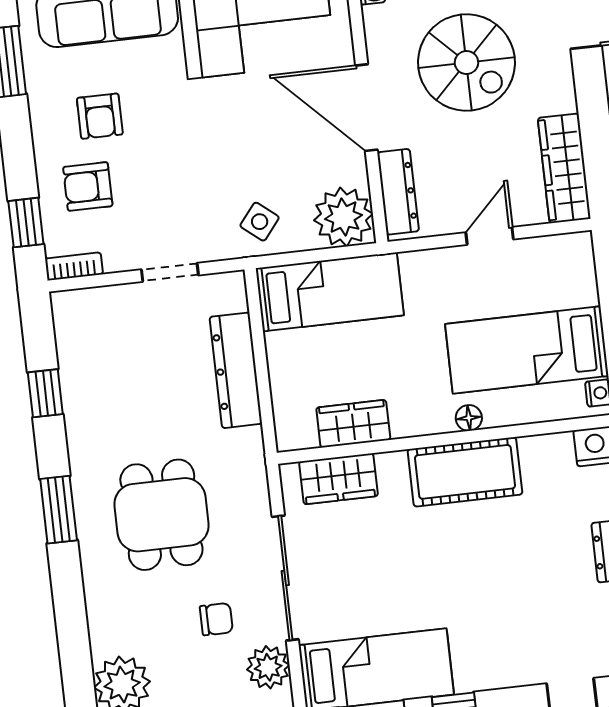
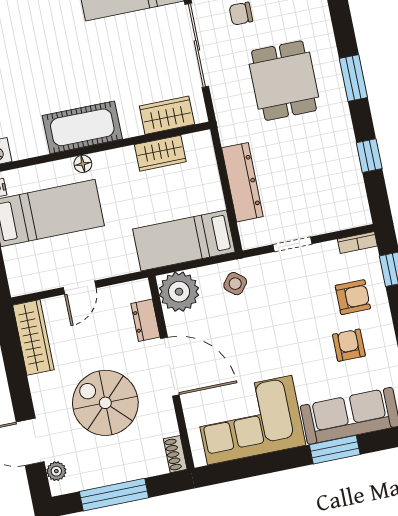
dresser: (398, 192) -> (145, 320), width x0.70

